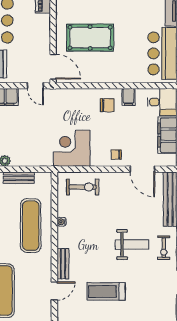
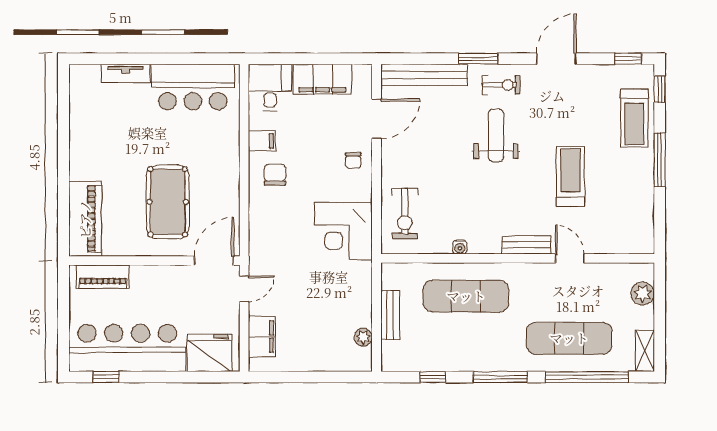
exercise bike: (83, 187) -> (405, 214), turned 180
treadmill: (106, 291) -> (571, 176), turned 180

